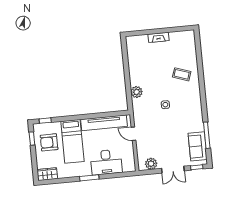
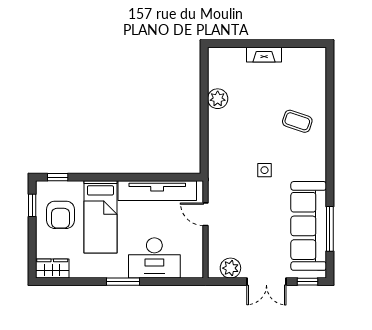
plant: (137, 92) -> (218, 99), moved
armchair: (49, 142) -> (61, 215), turned -90
sofa: (198, 146) -> (309, 226), width x1.85, depth x1.27

